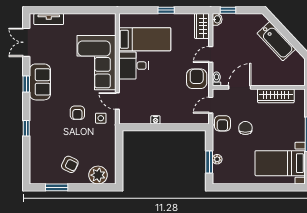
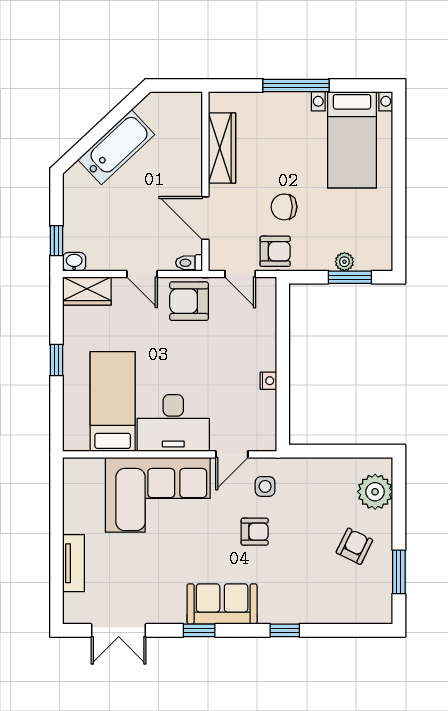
tv unit: (49, 19) -> (74, 563), moved
desk: (134, 66) -> (173, 423), width x1.37
sofa: (40, 82) -> (222, 604), moved

